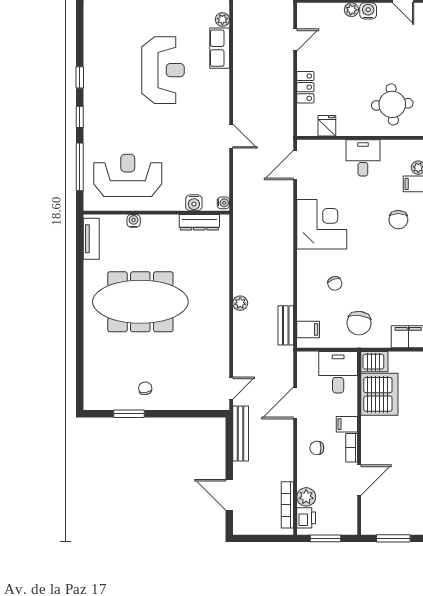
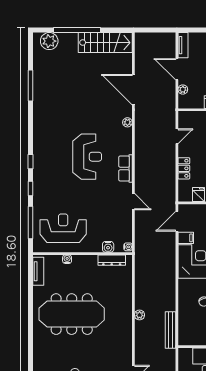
row of seats: (220, 48) -> (126, 169), moved
bench: (286, 325) -> (170, 330), width x1.36
filing cabinet: (308, 329) -> (186, 238), moved

